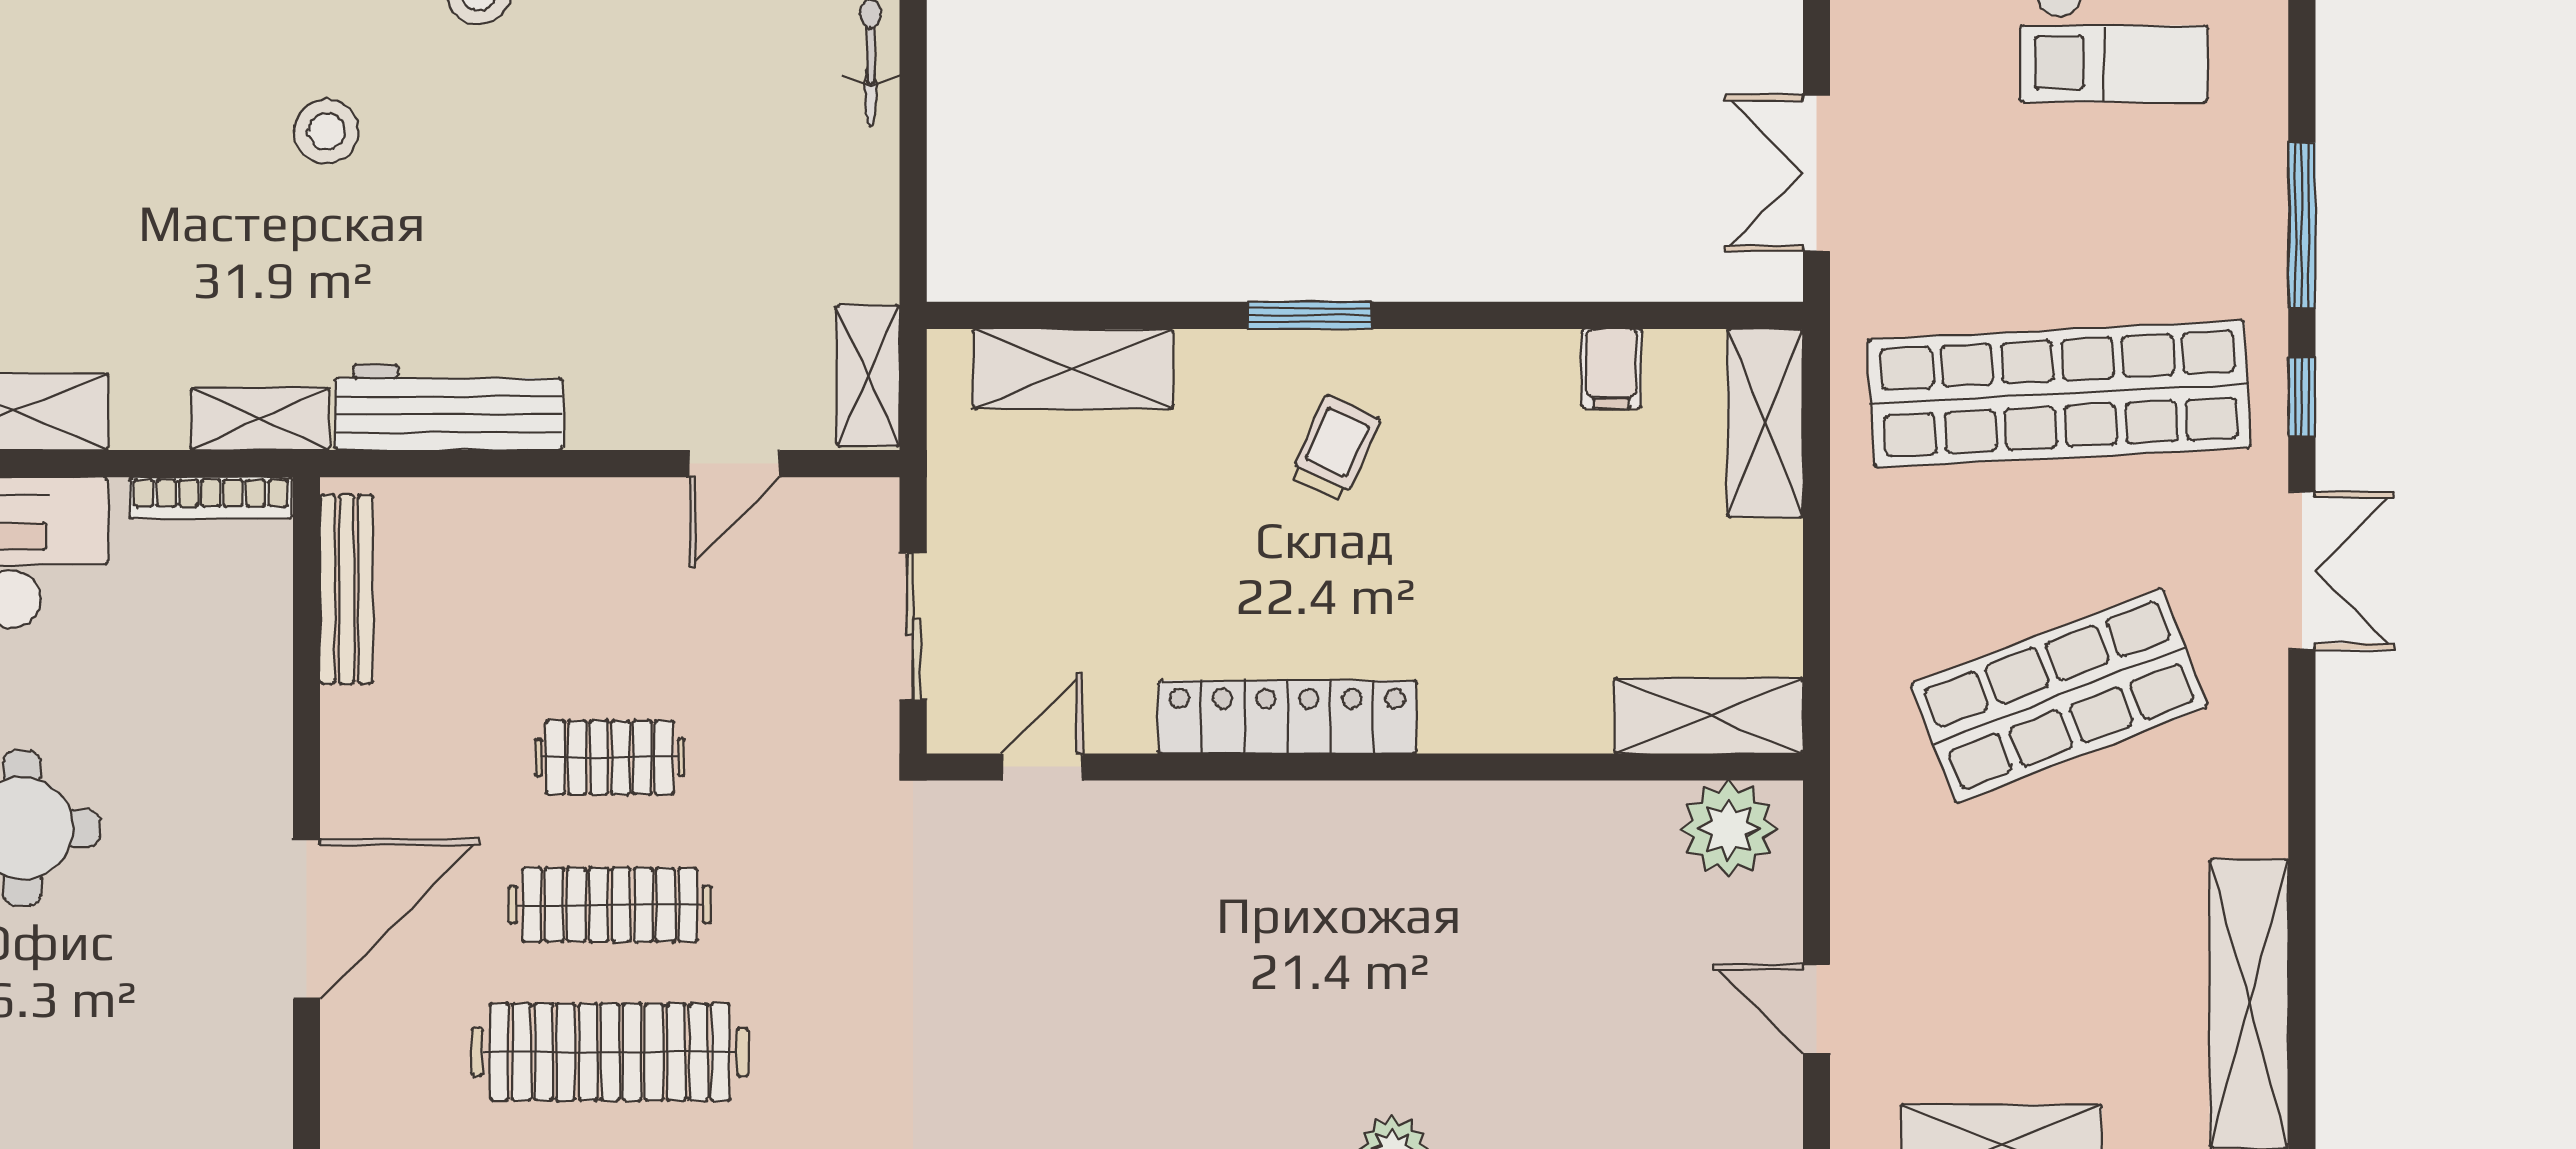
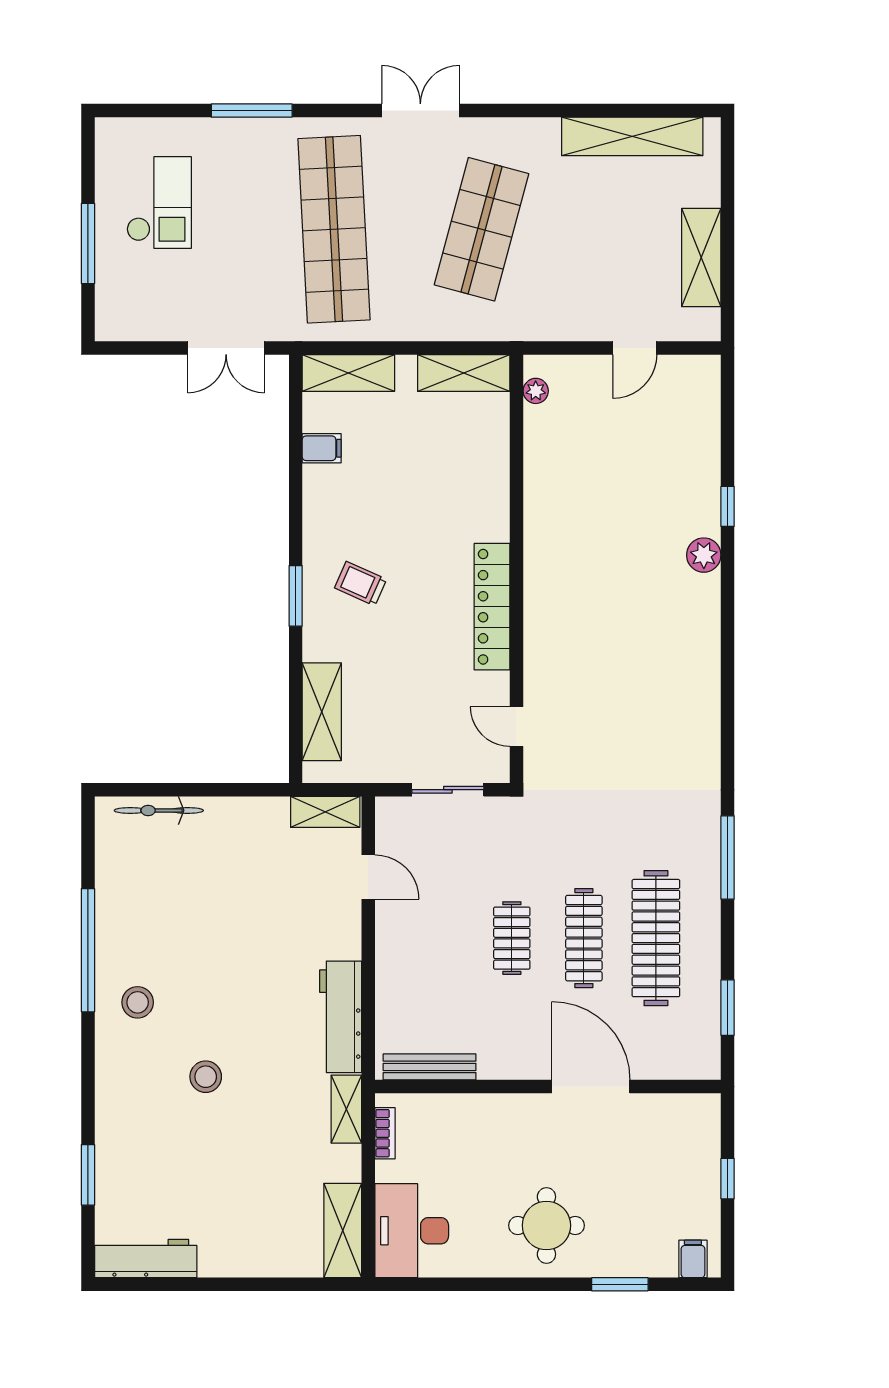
window: (2302, 397) -> (335, 111), removed
bookcase: (211, 498) -> (385, 1133), width x0.64
shop shelf: (2059, 695) -> (482, 229), turned 36
shelving: (1709, 716) -> (464, 373), moved, turned 90
plant: (1729, 829) -> (536, 391), width x0.53, depth x0.53

